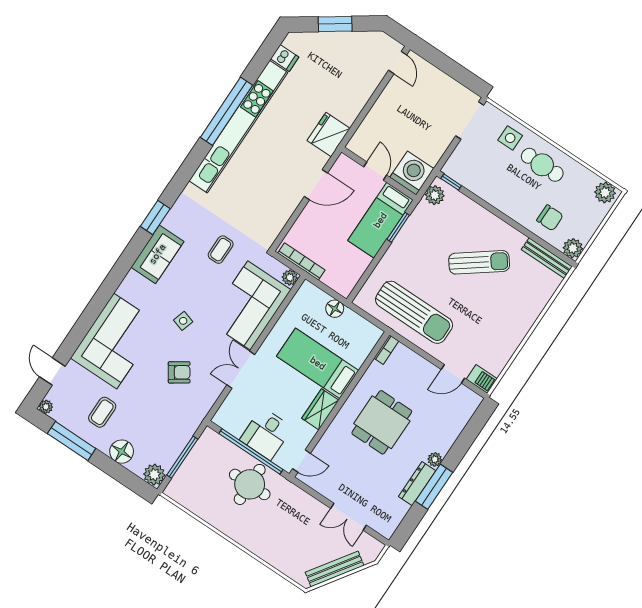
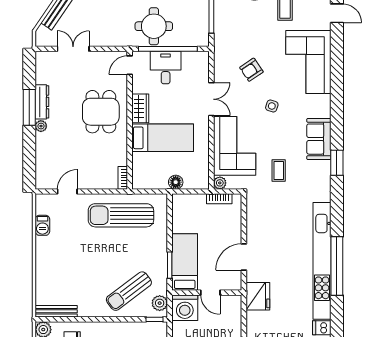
bookcase: (301, 262) -> (219, 199), width x0.64
sun lounger: (479, 262) -> (129, 291), moved
barbecue: (482, 379) -> (42, 225), moved, turned -90
dining table: (382, 422) -> (101, 112), moved

